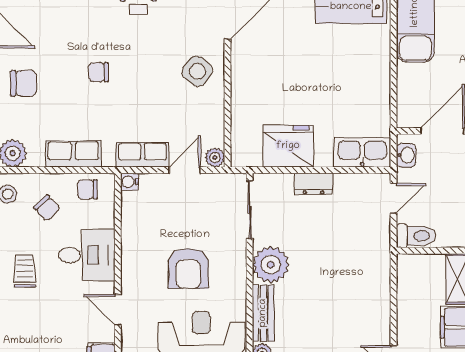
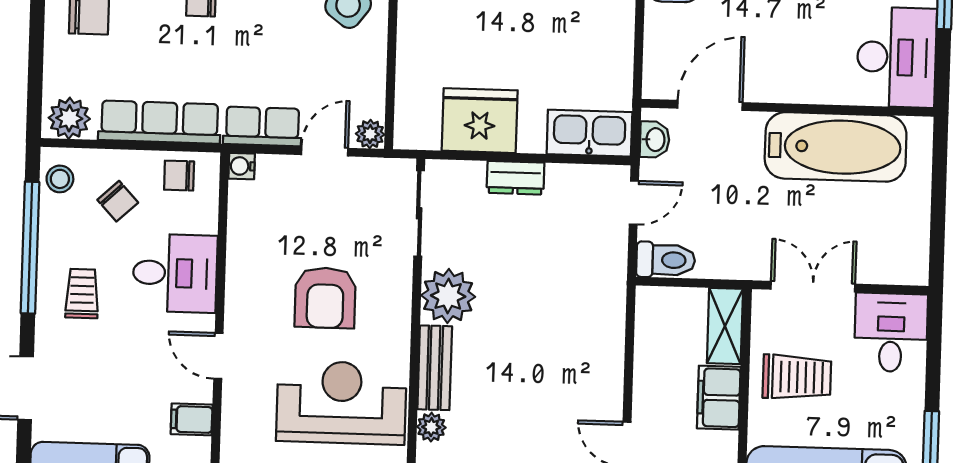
row of seats: (73, 154) -> (160, 122), width x1.48

